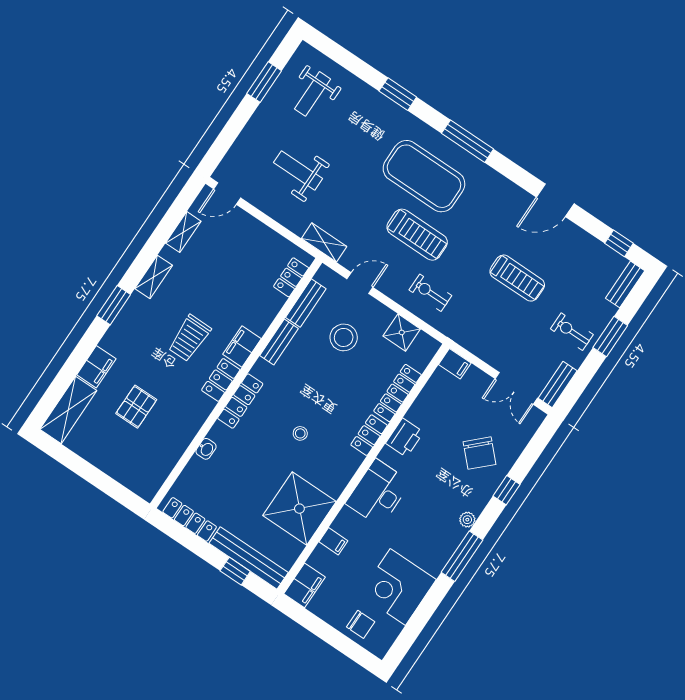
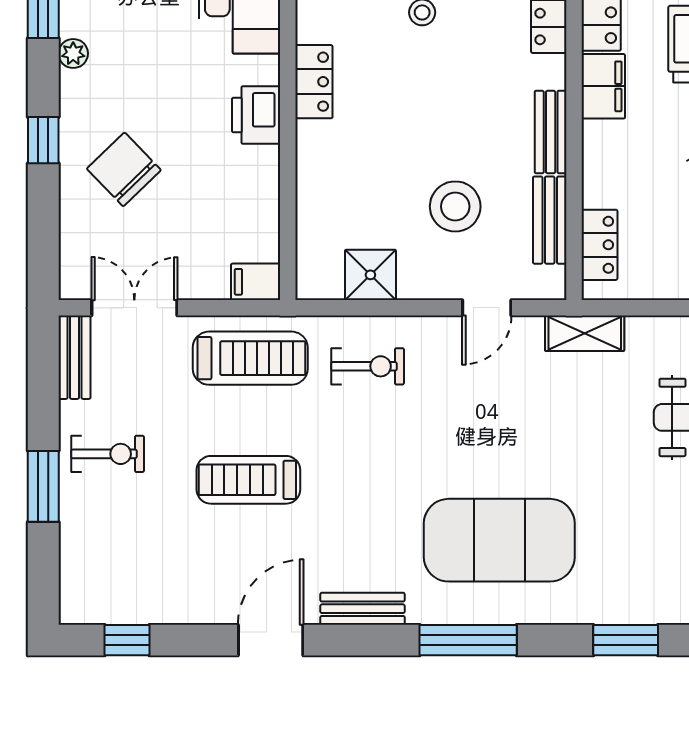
treadmill: (417, 235) -> (250, 358), moved, turned 180
bench: (625, 284) -> (362, 609), moved, turned 90
locker: (398, 393) -> (314, 177), removed

